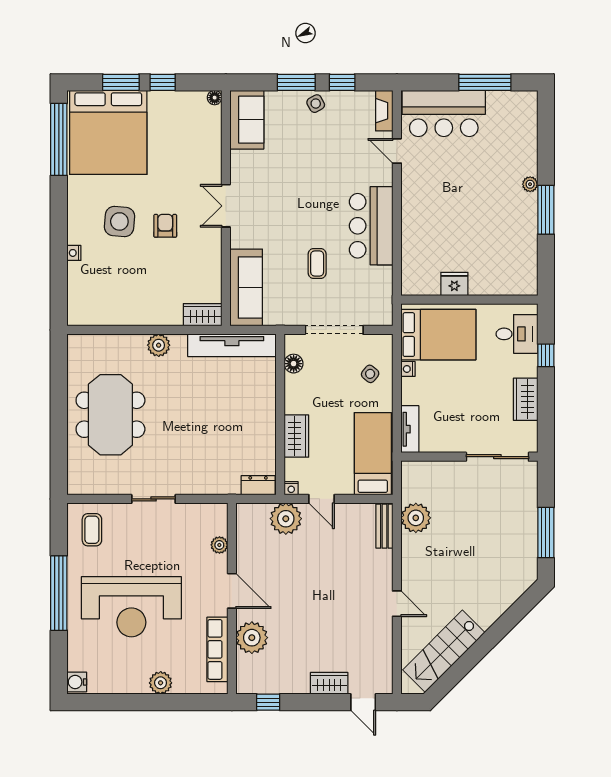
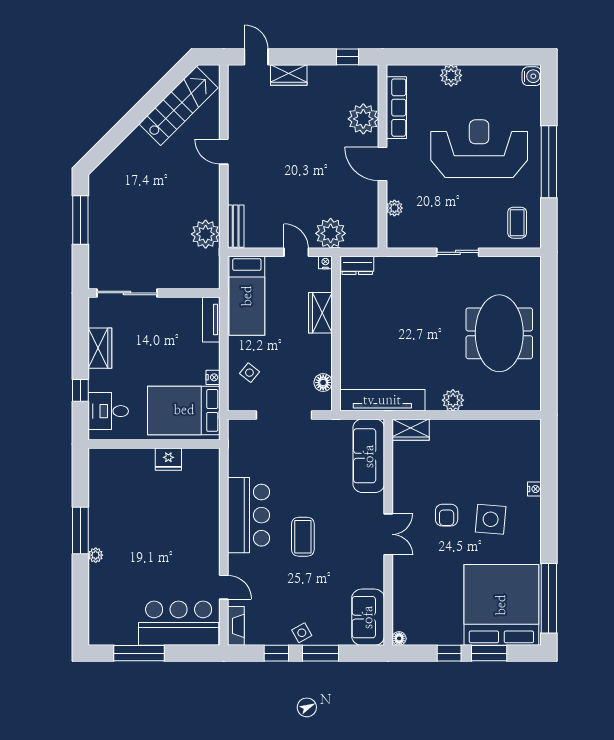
coffee table: (317, 263) -> (303, 537), moved, width x1.36, depth x1.30

